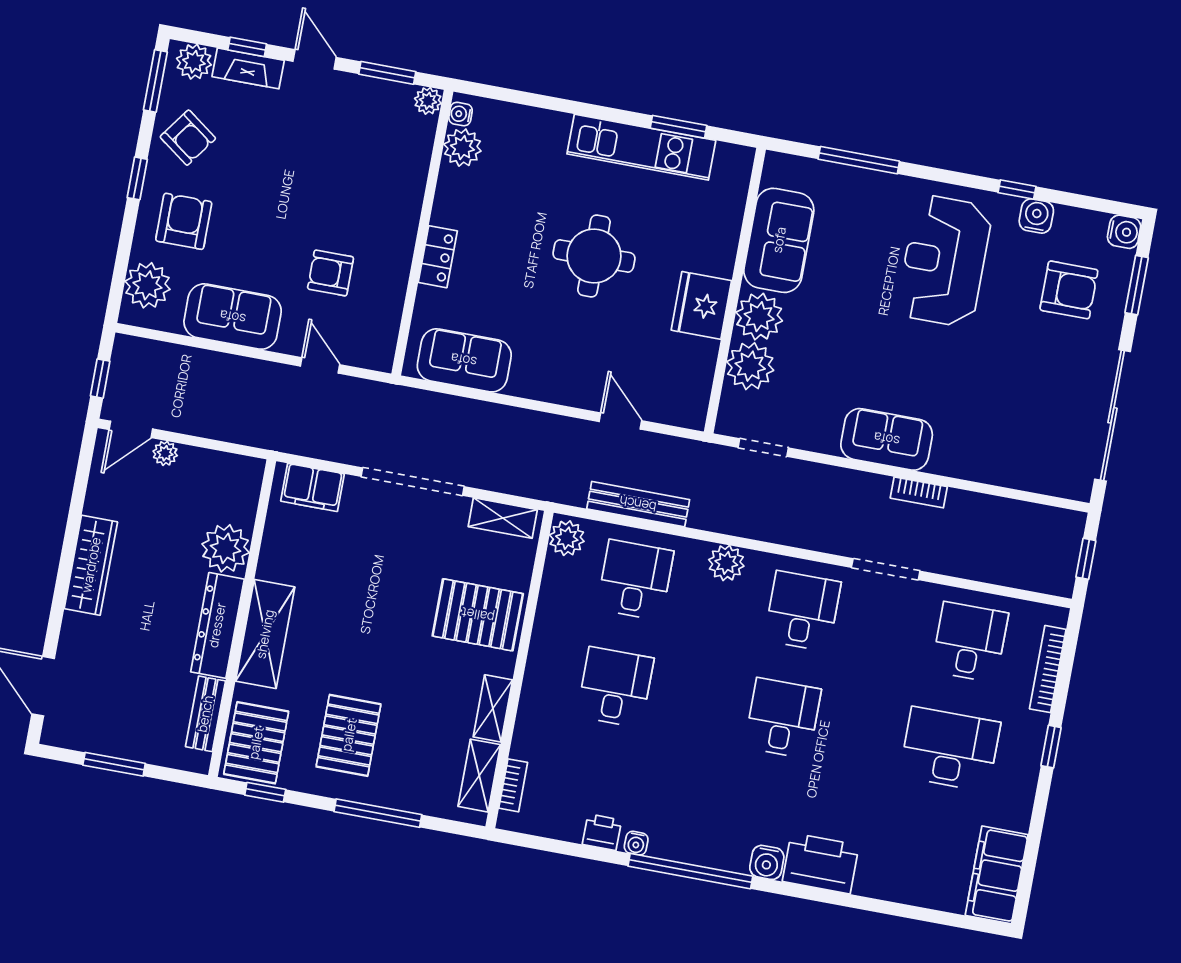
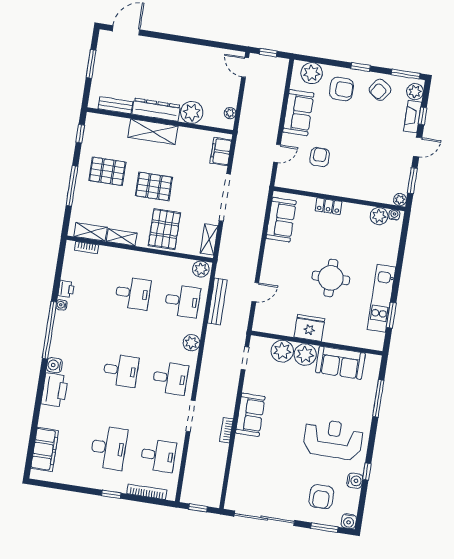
plant: (165, 453) -> (230, 113), moved
wardrobe: (91, 565) -> (182, 51), removed
pallet: (256, 743) -> (154, 186), moved
filing cabinet: (997, 875) -> (45, 449), moved, turned 90

